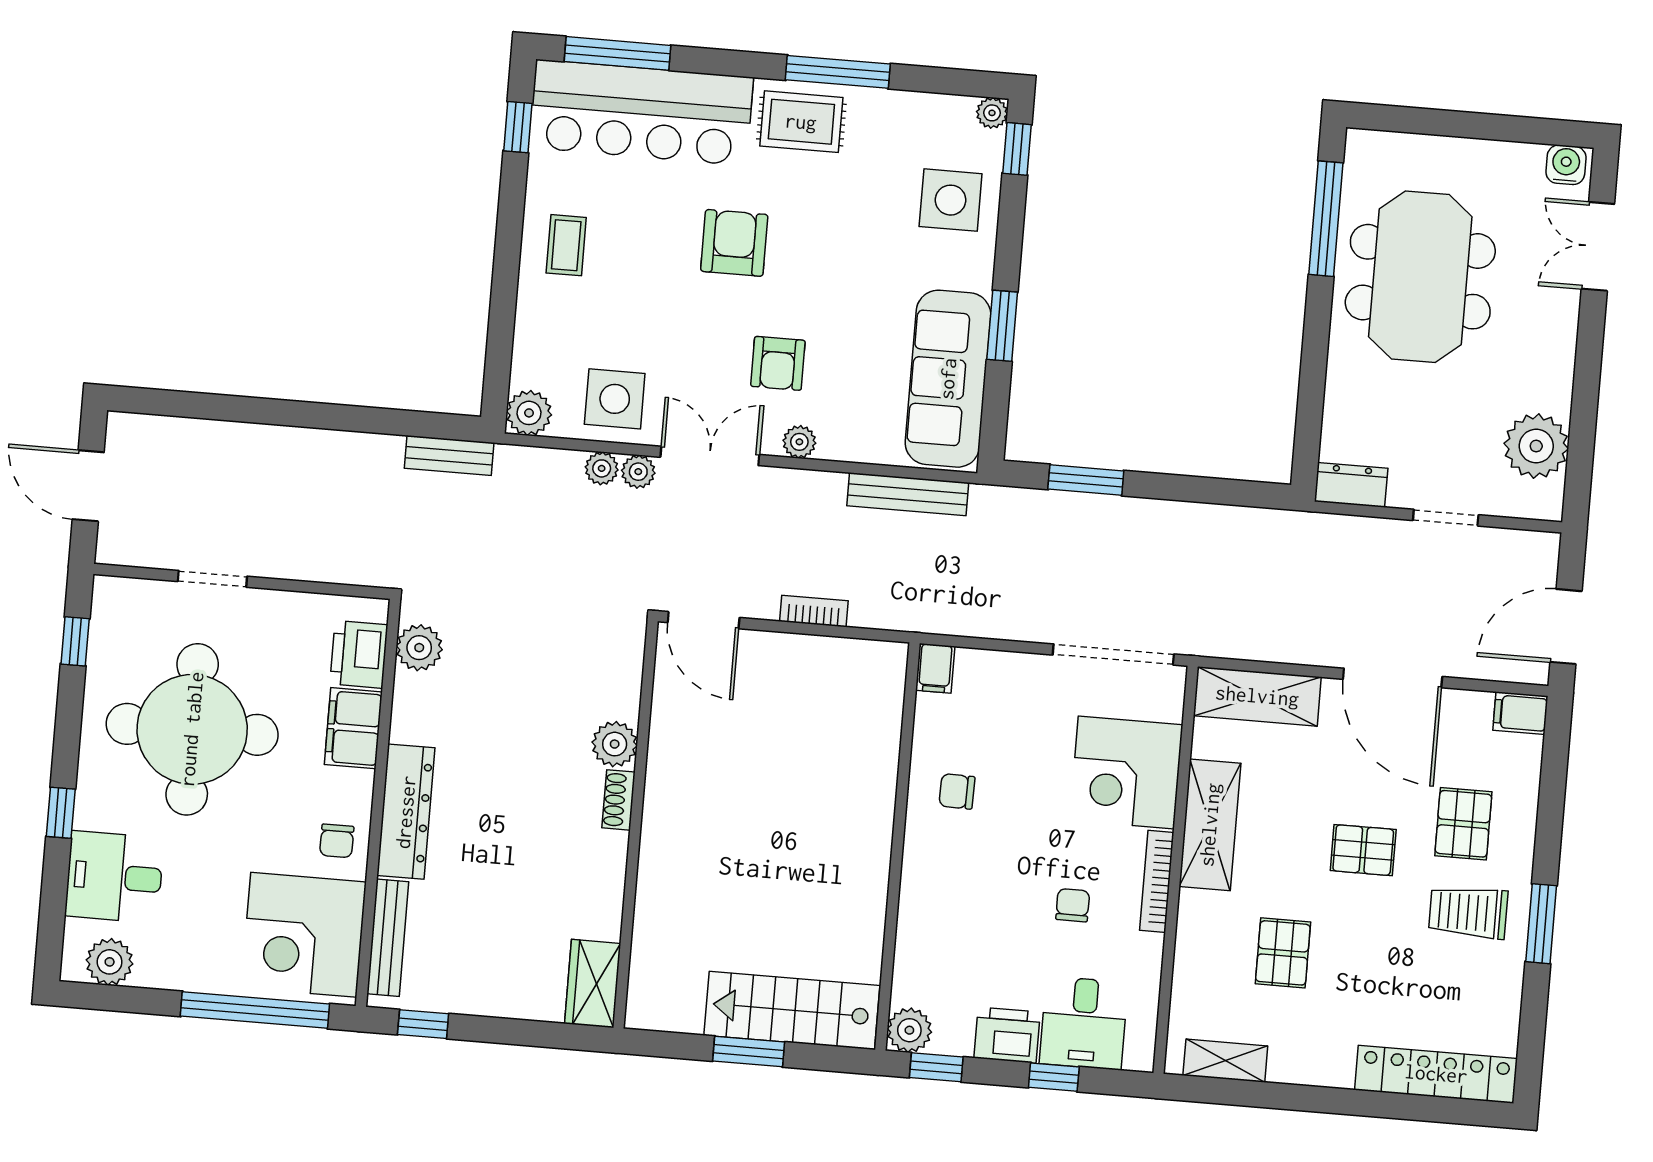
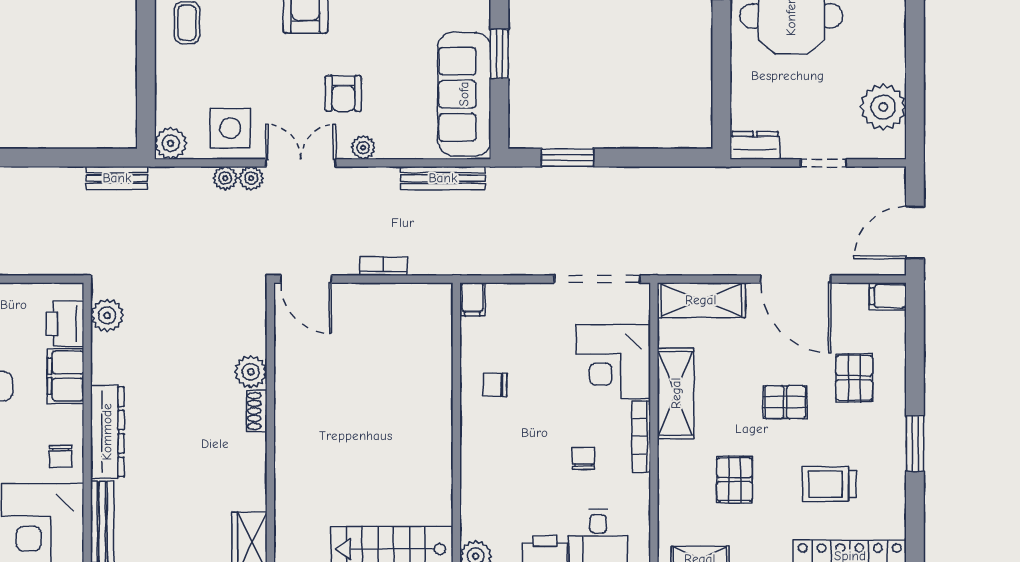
trolley: (1468, 912) -> (829, 484), moved

